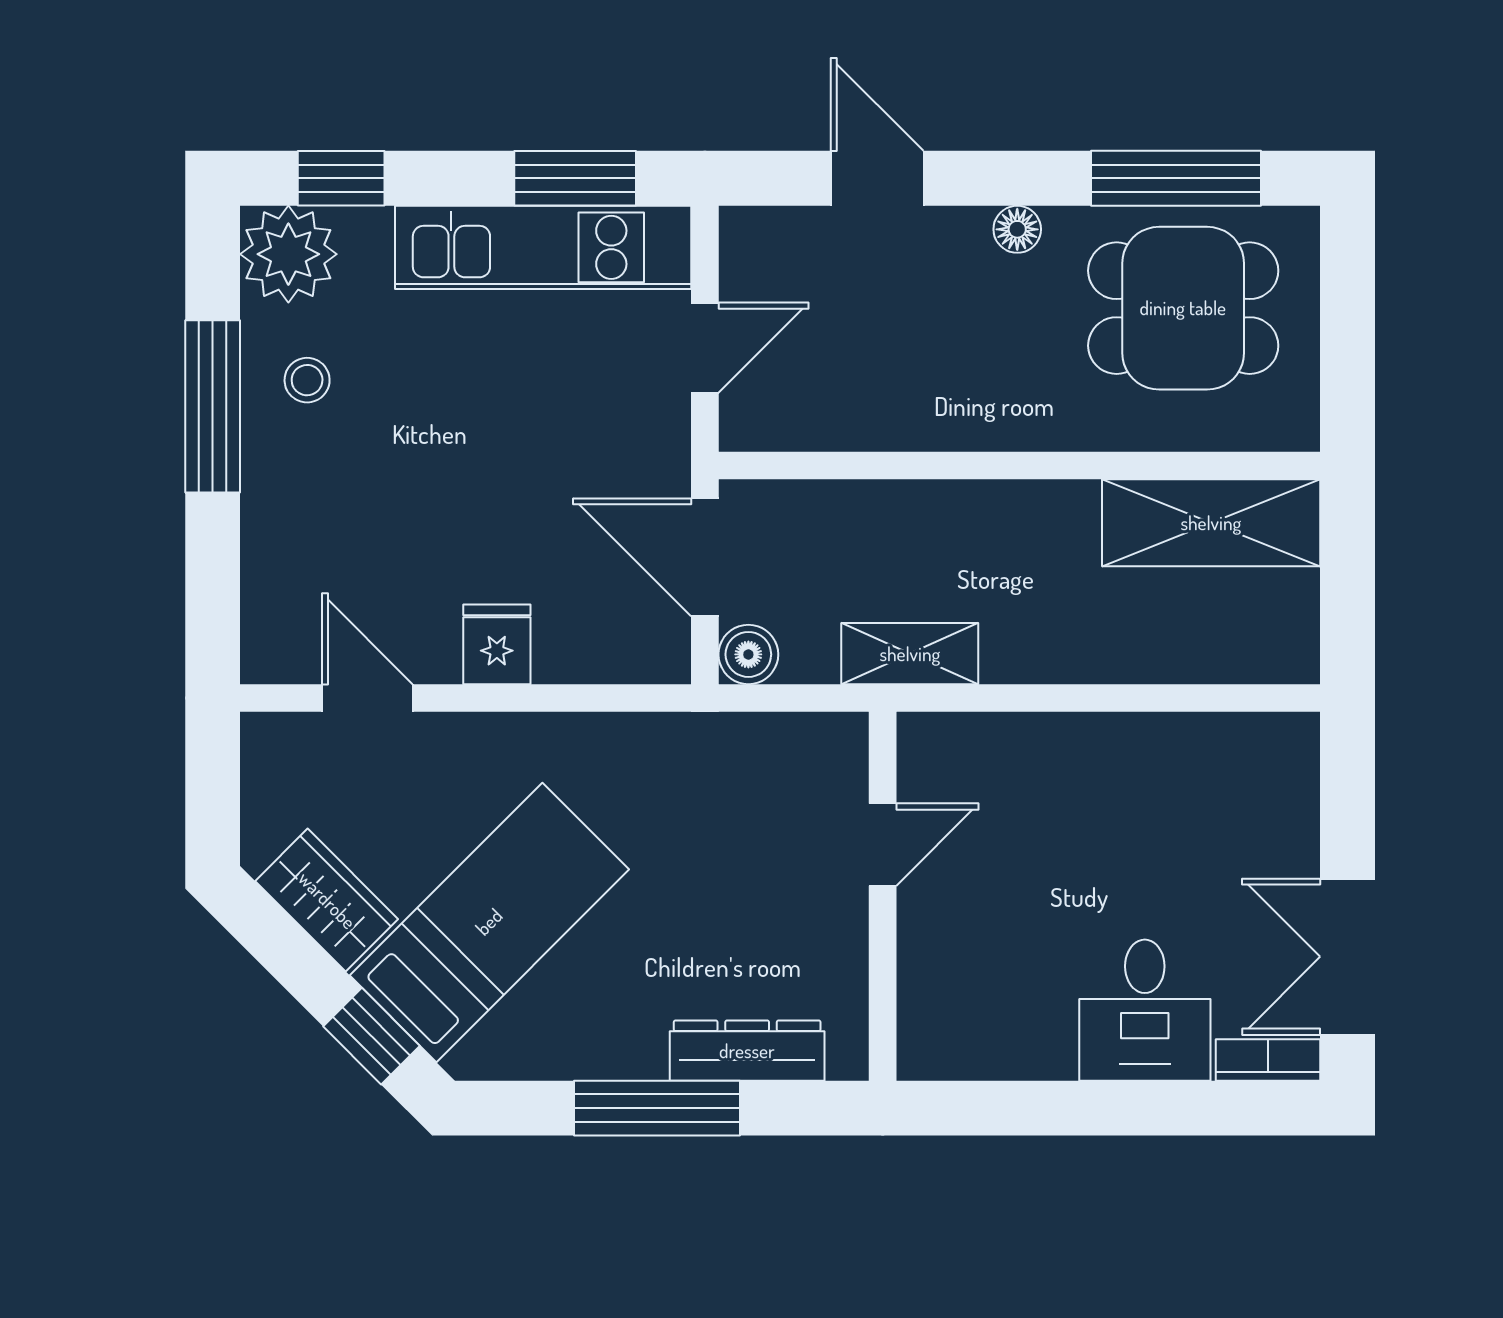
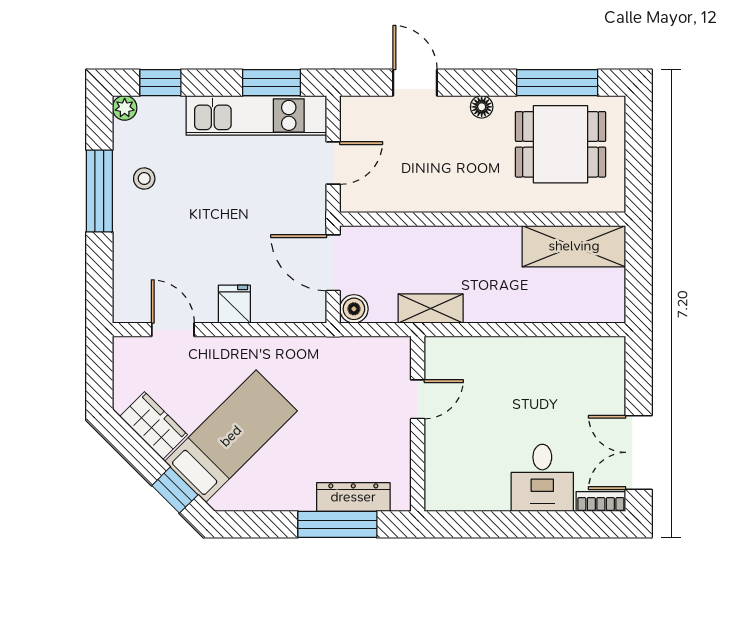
plant: (288, 254) -> (125, 108), width x0.53, depth x0.53
window: (657, 1108) -> (337, 524), moved

